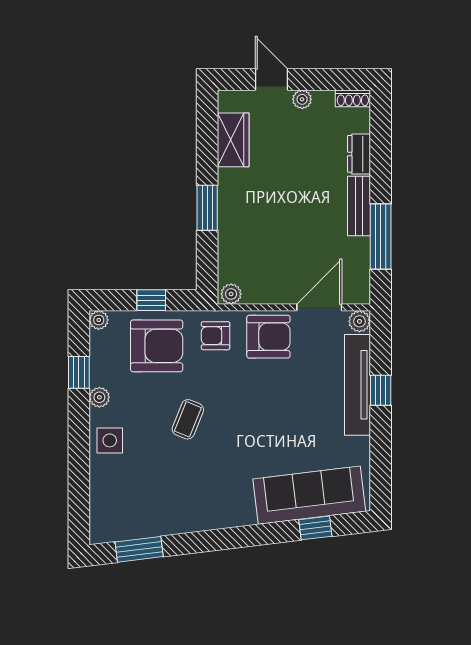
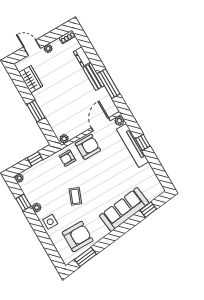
armchair: (157, 346) -> (78, 237), moved
sofa: (309, 495) -> (124, 209), moved

